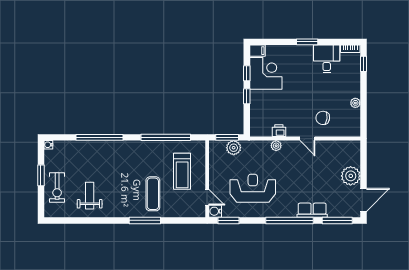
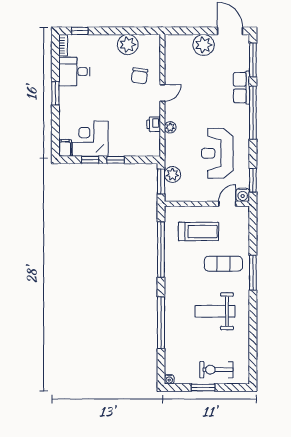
plant: (355, 103) -> (128, 45), width x1.87, depth x1.87
exercise bike: (57, 187) -> (216, 370), turned 180
weight bench: (90, 196) -> (215, 311), moved, width x1.36, depth x1.33

